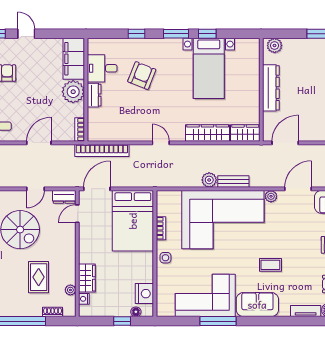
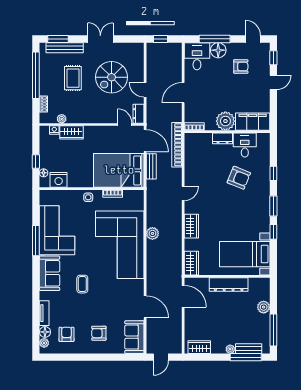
plant: (275, 46) -> (264, 307), moved
bed with nightstands: (209, 68) -> (245, 254), moved
wardrobe: (208, 133) -> (191, 226), width x0.67
door: (39, 143) -> (183, 93), swing flipped
bench: (233, 181) -> (151, 166), moved
plant: (271, 196) -> (139, 285), removed
rug: (39, 277) -> (73, 78), moved, turned 90

